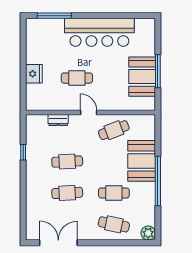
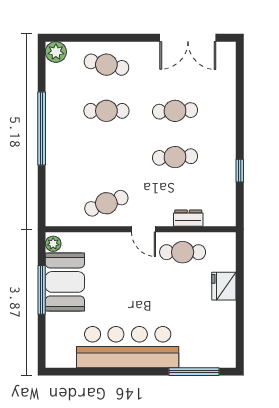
cafe table: (77, 78) -> (183, 252), moved
plant: (150, 103) -> (53, 244), added
booth: (142, 161) -> (66, 158), removed

